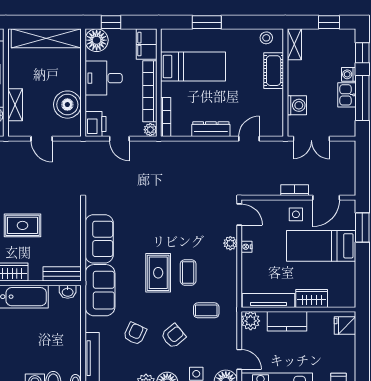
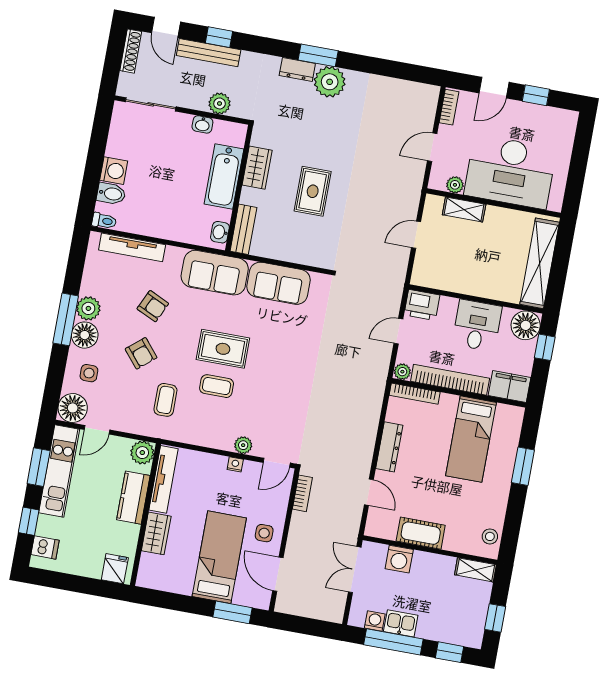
cot: (274, 71) -> (421, 533), moved
washing machine: (349, 74) -> (375, 621), moved
boiler: (67, 105) -> (452, 274), removed
bookcase: (295, 190) -> (302, 493), moved

